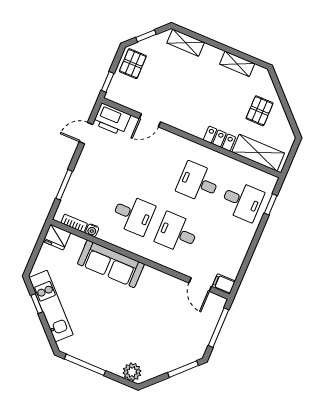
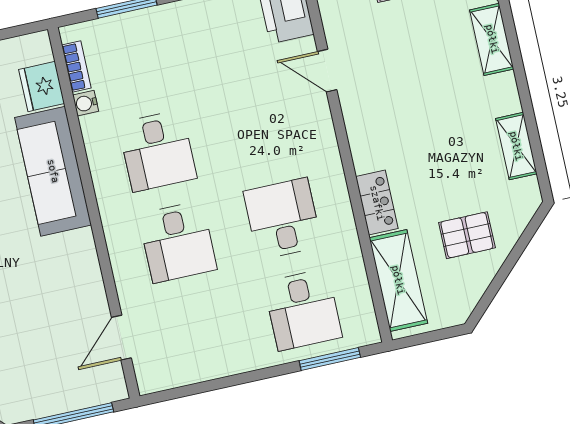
window: (271, 204) -> (330, 359), width x1.50
desk: (177, 233) -> (178, 242), turned 180
fridge: (57, 237) -> (42, 86), moved
filing cabinet: (224, 284) -> (149, 375), removed

